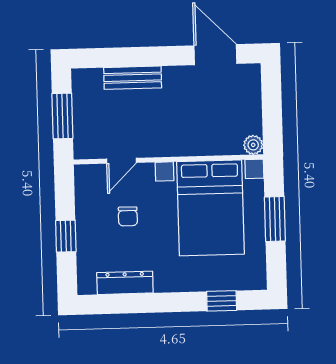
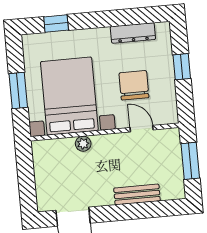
plant: (253, 145) -> (83, 144), moved
door: (121, 161) -> (142, 129), hinge flipped
chair: (128, 216) -> (134, 85), width x1.87, depth x1.87

